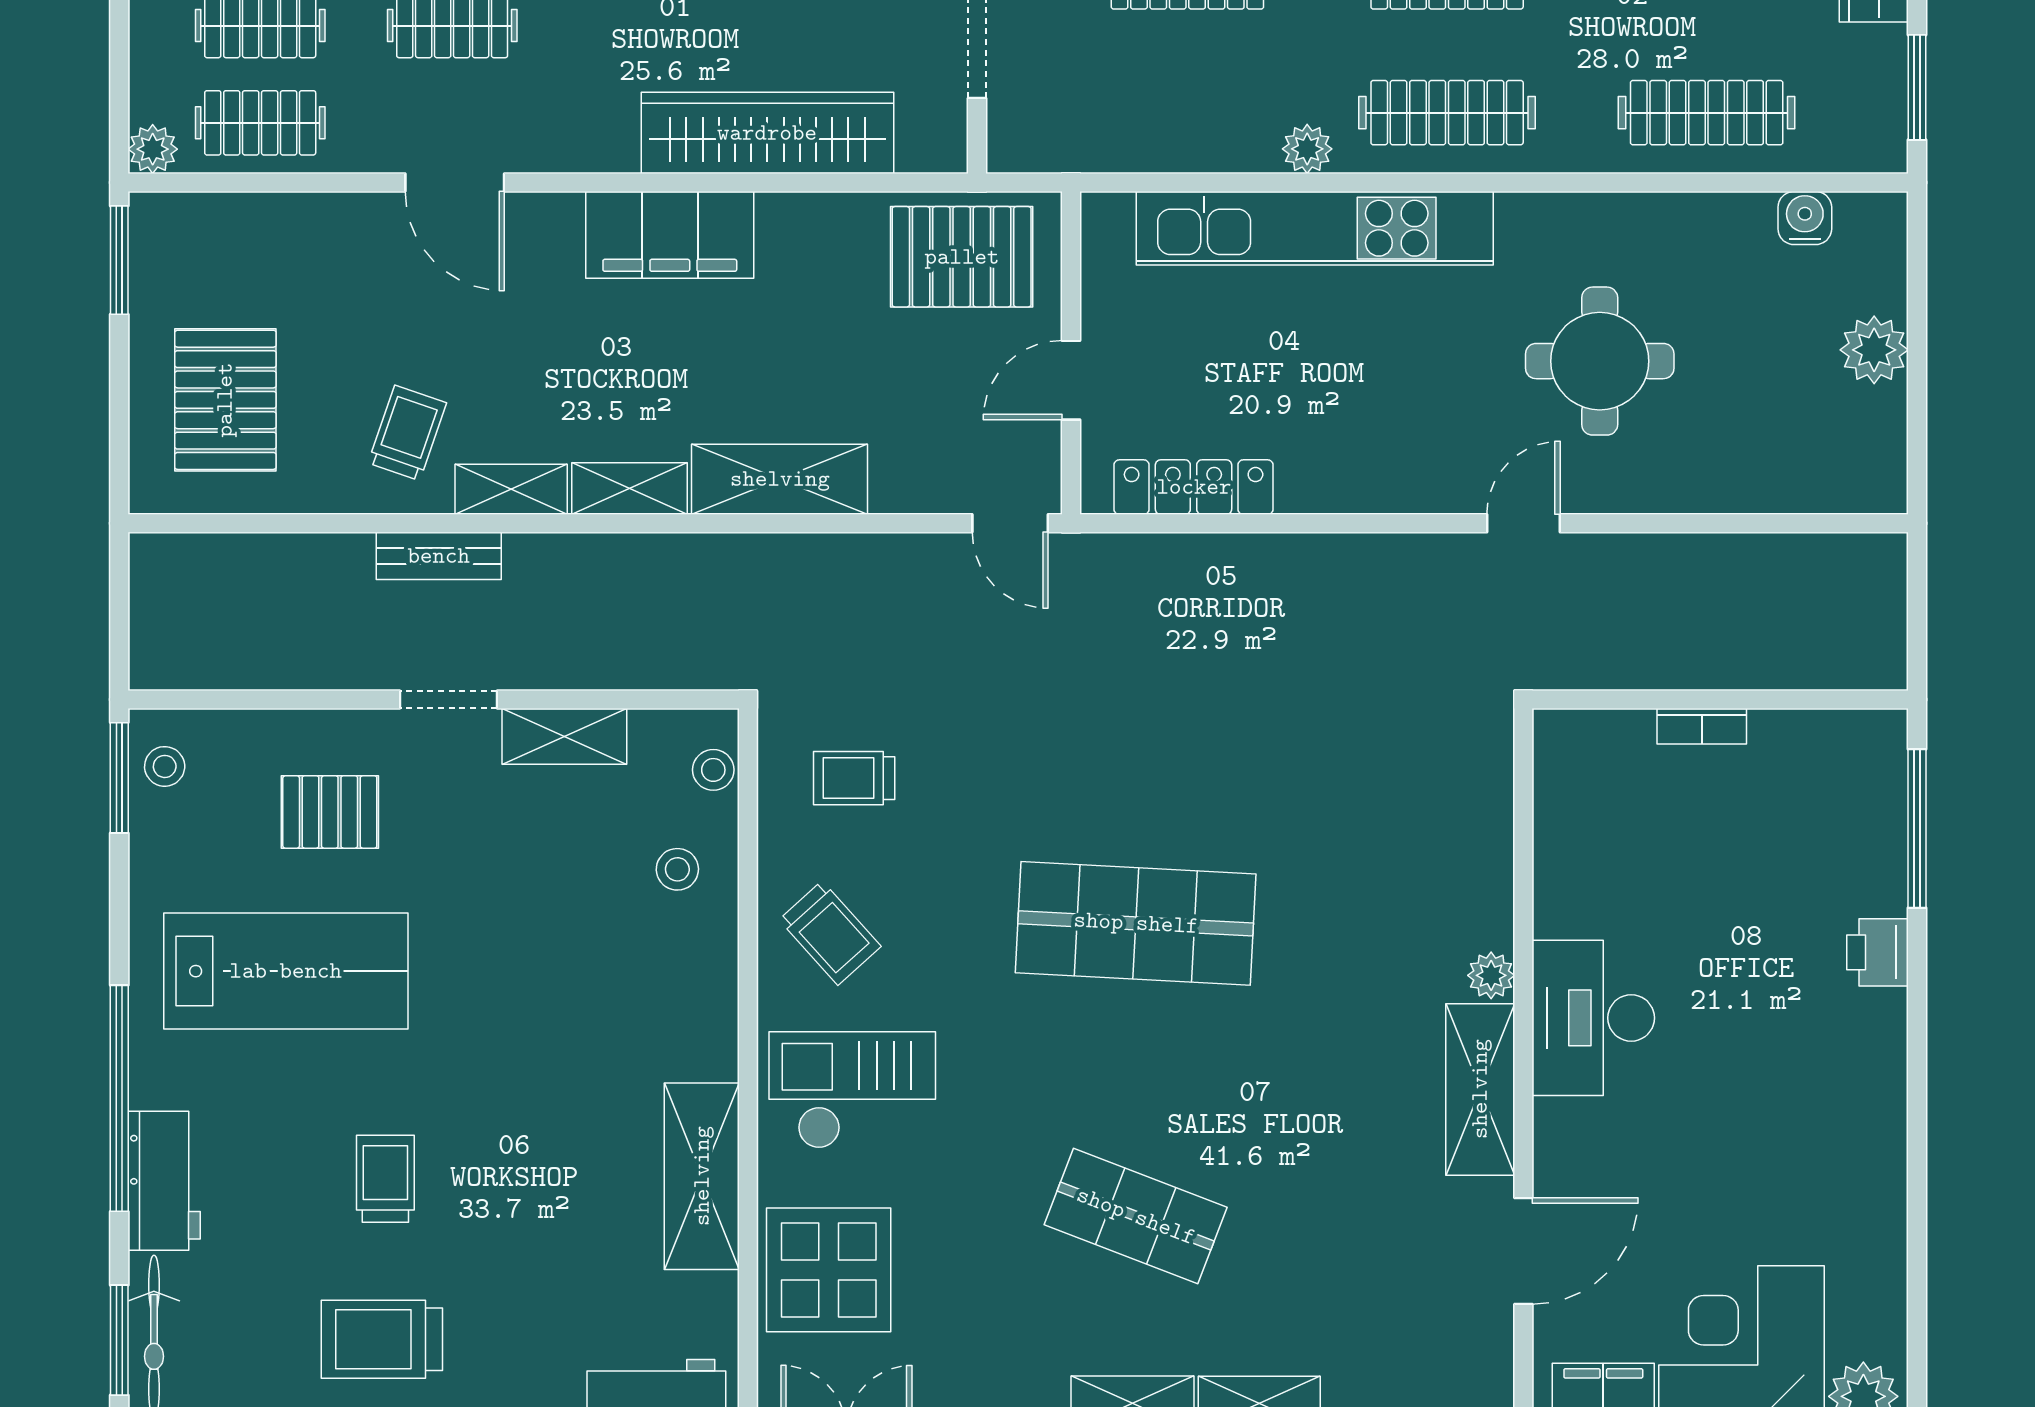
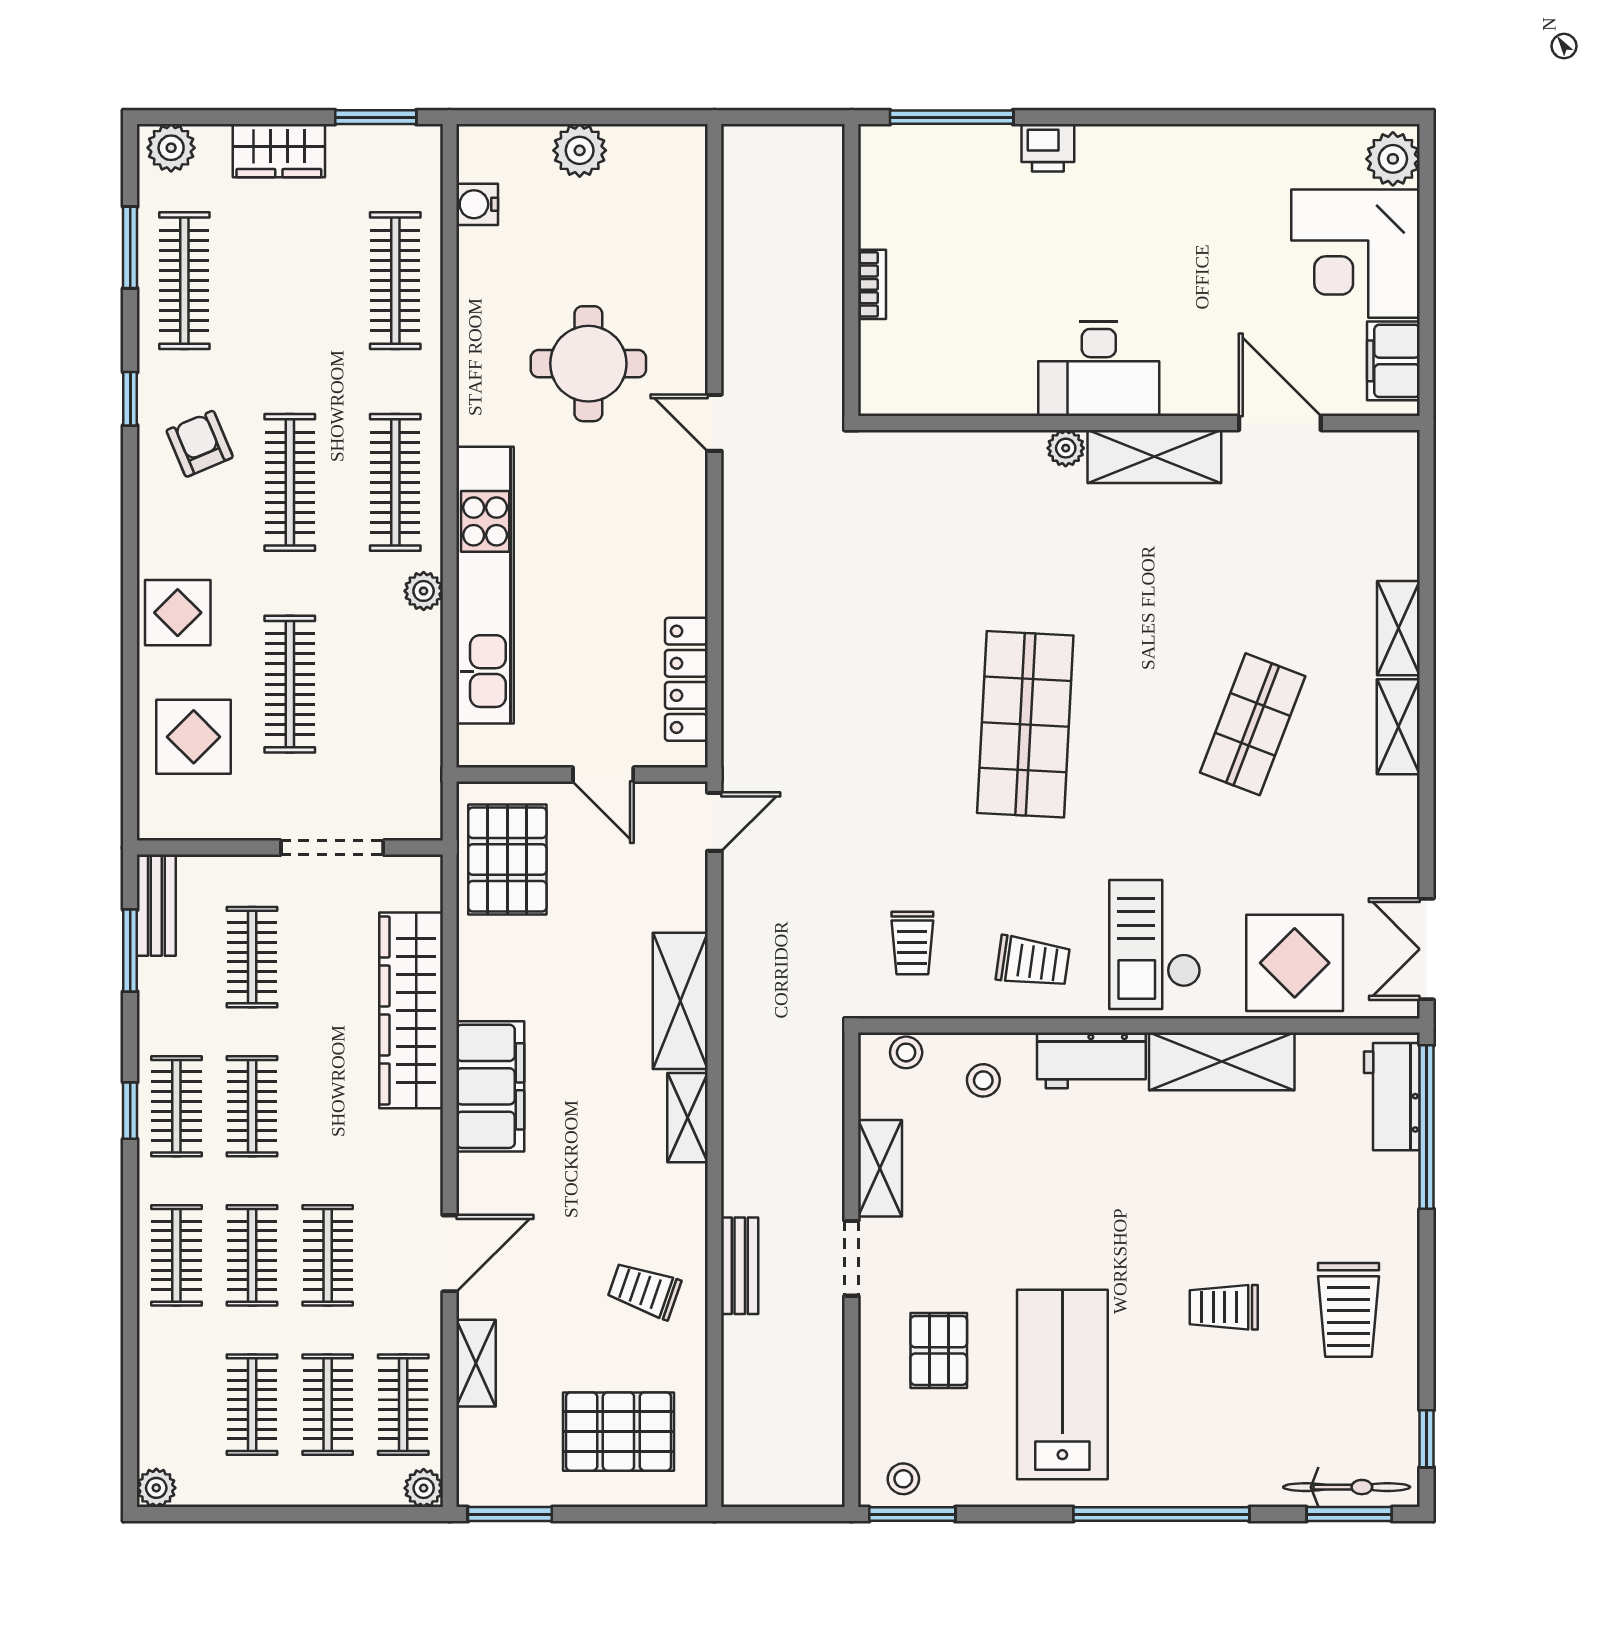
shelving: (511, 489) -> (476, 1363), moved
trolley: (830, 933) -> (1033, 962), turned 50
workbench: (164, 1181) -> (1091, 1060), moved, turned 180

